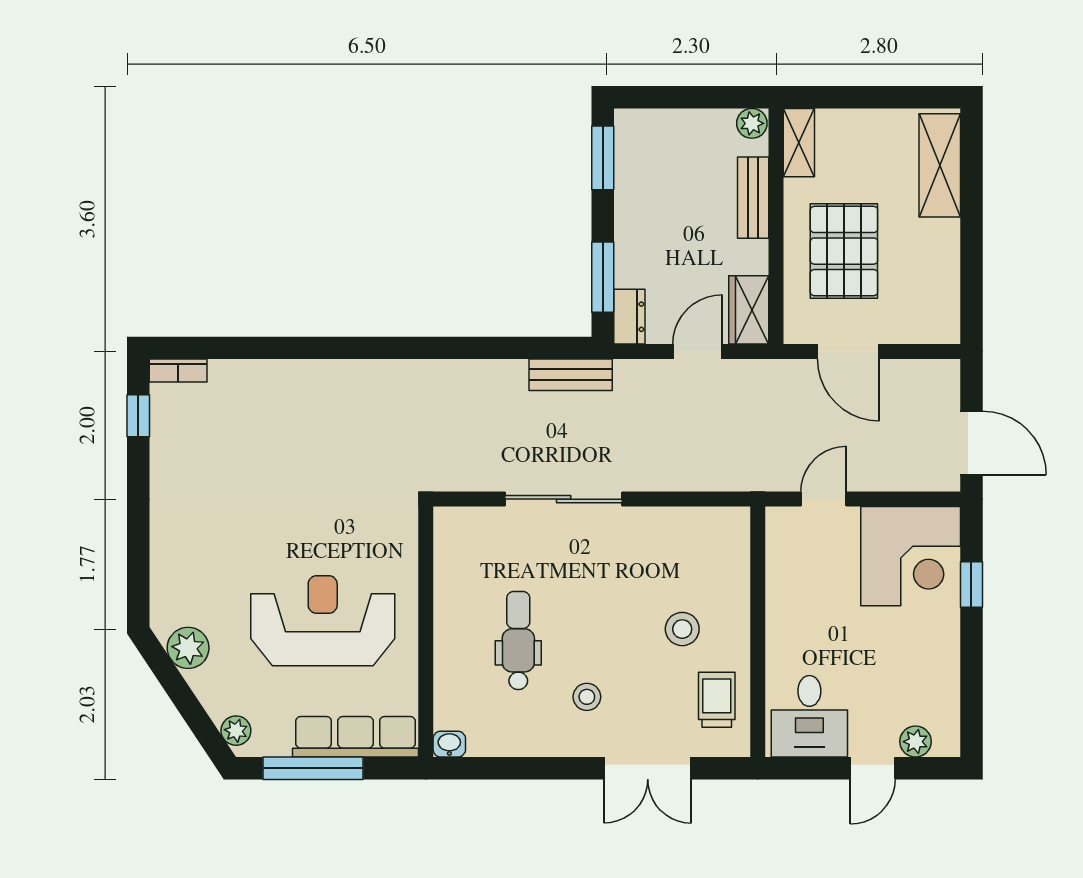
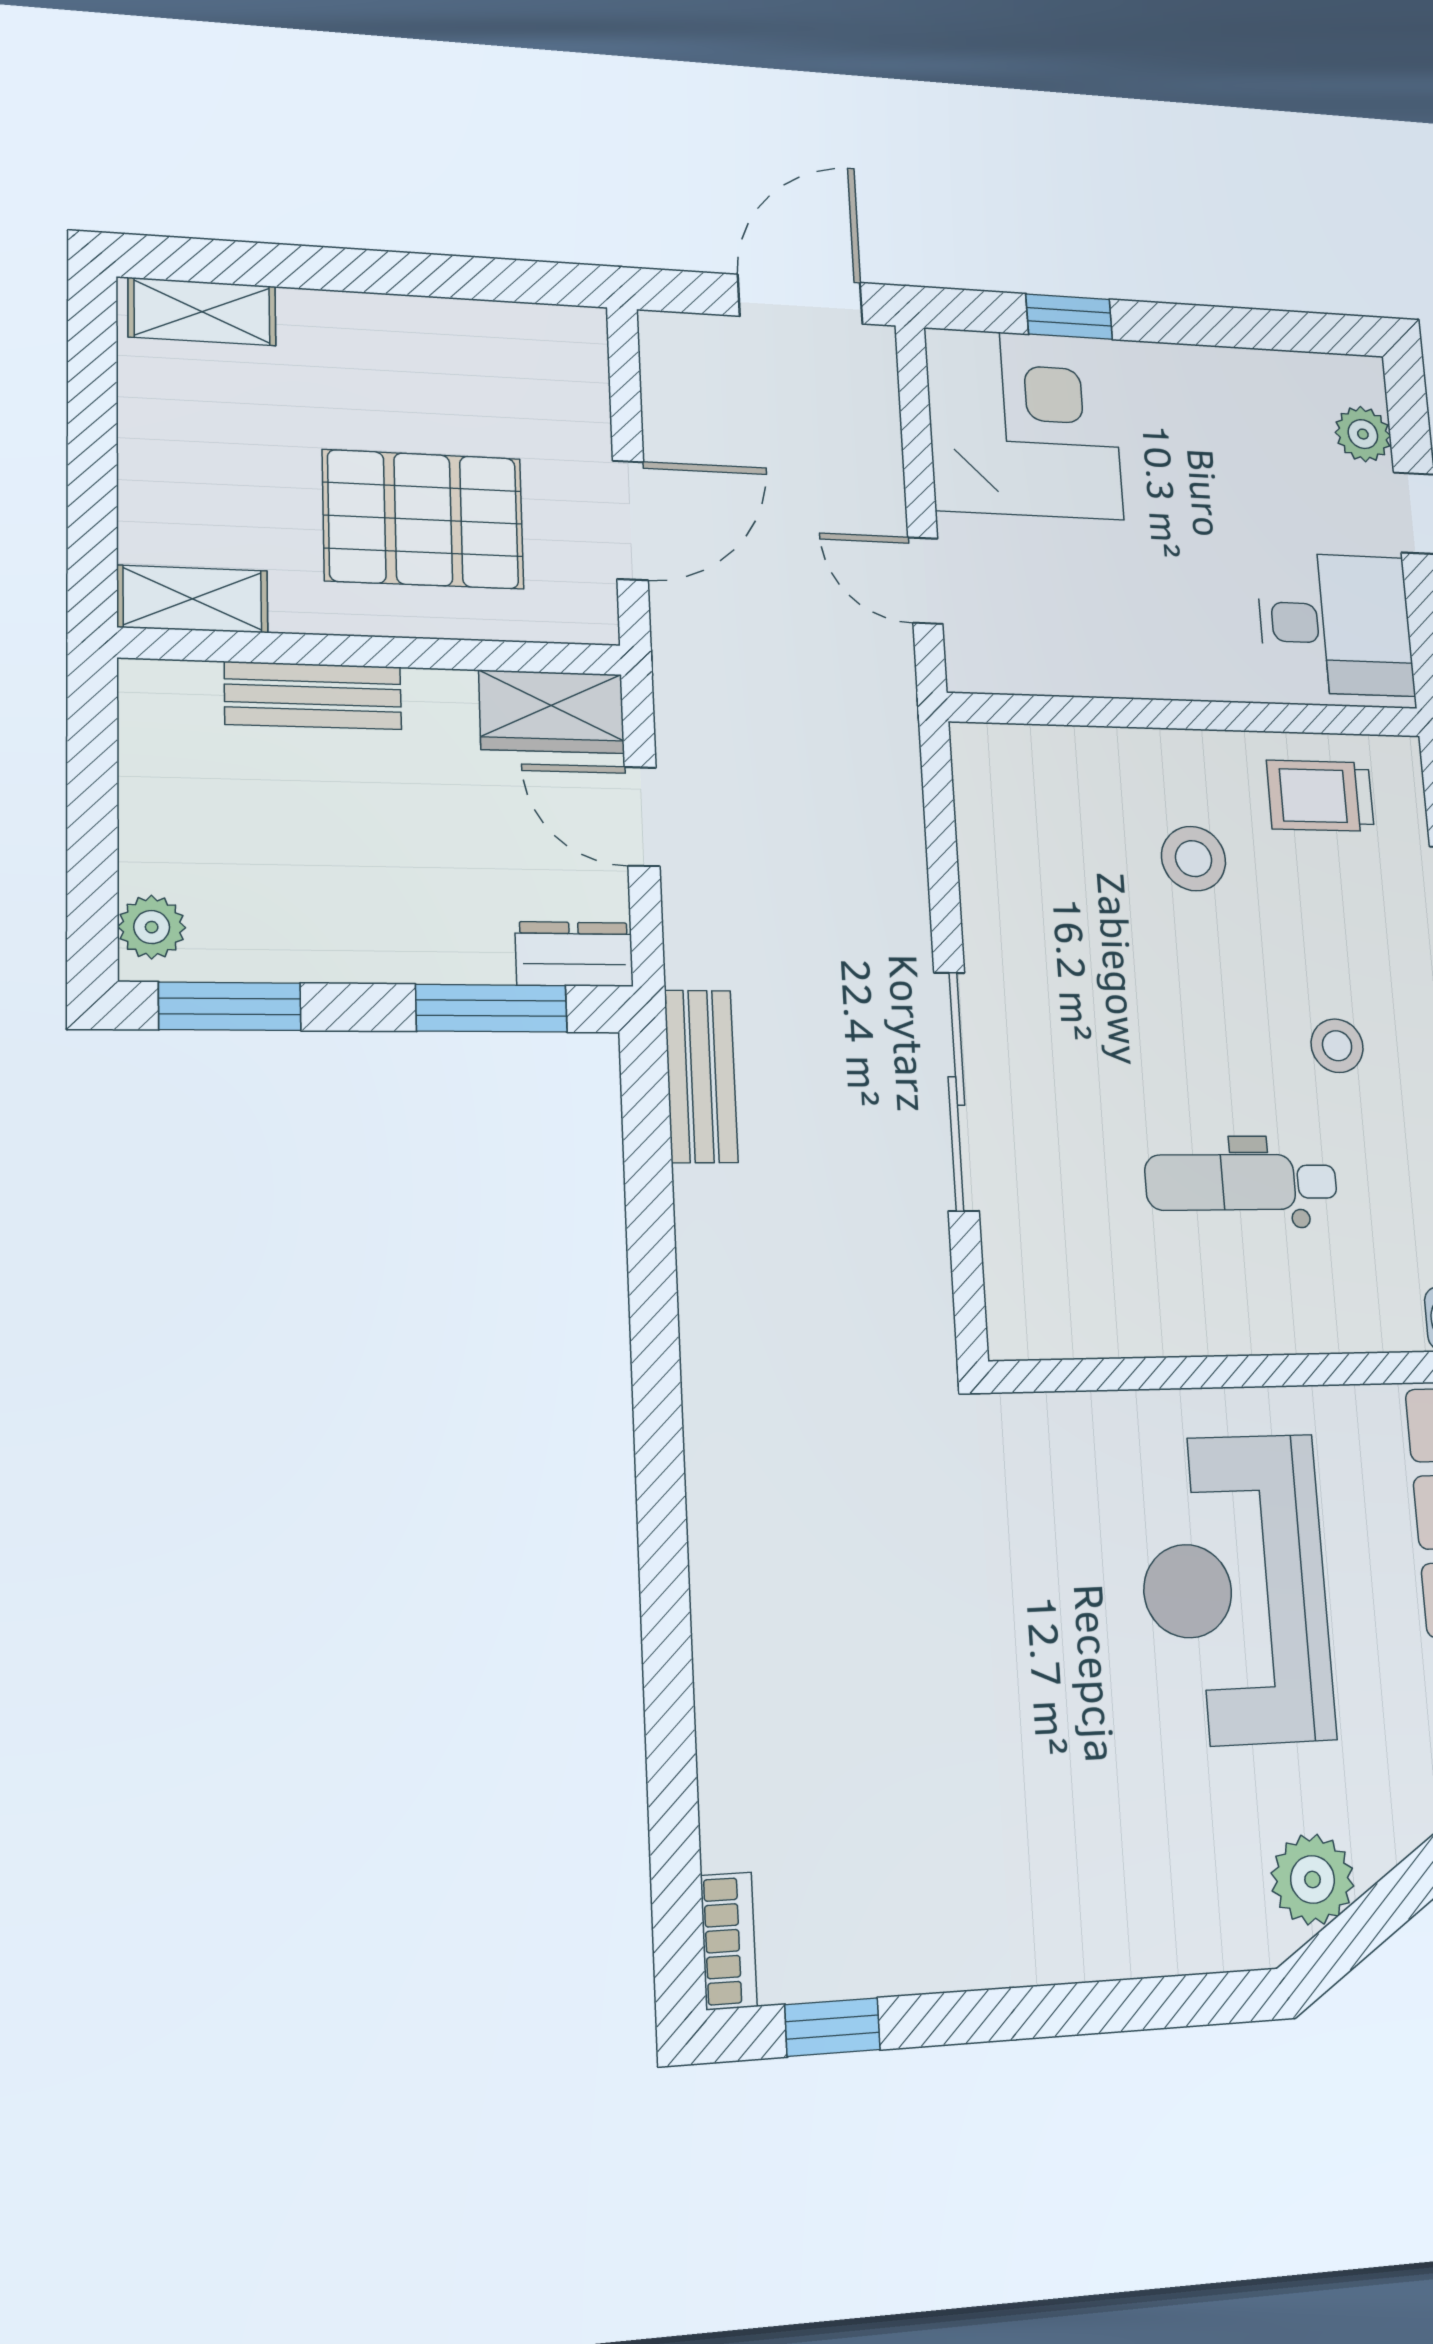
plant: (752, 123) -> (152, 927), moved
shelving: (940, 165) -> (202, 312), width x0.67, depth x0.75

